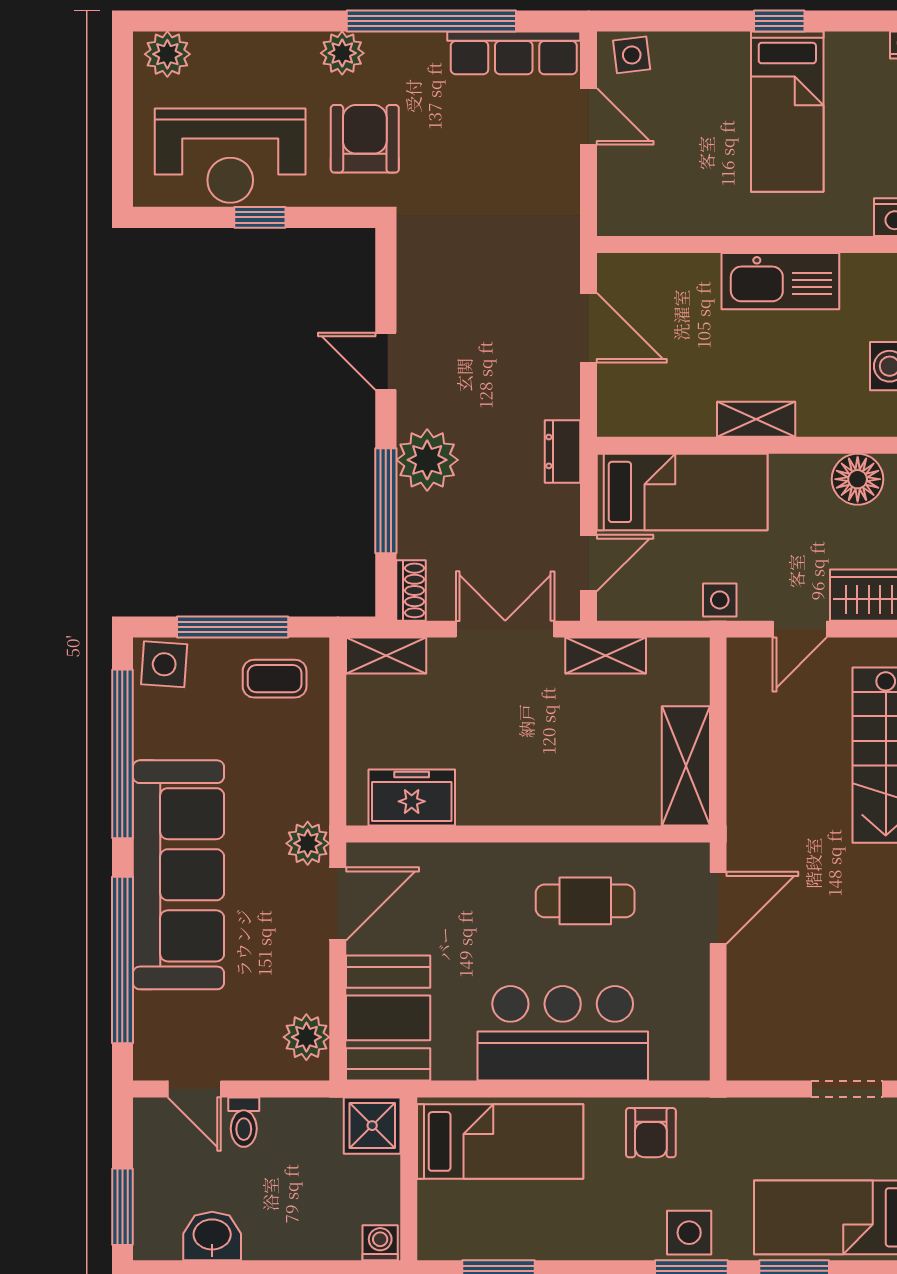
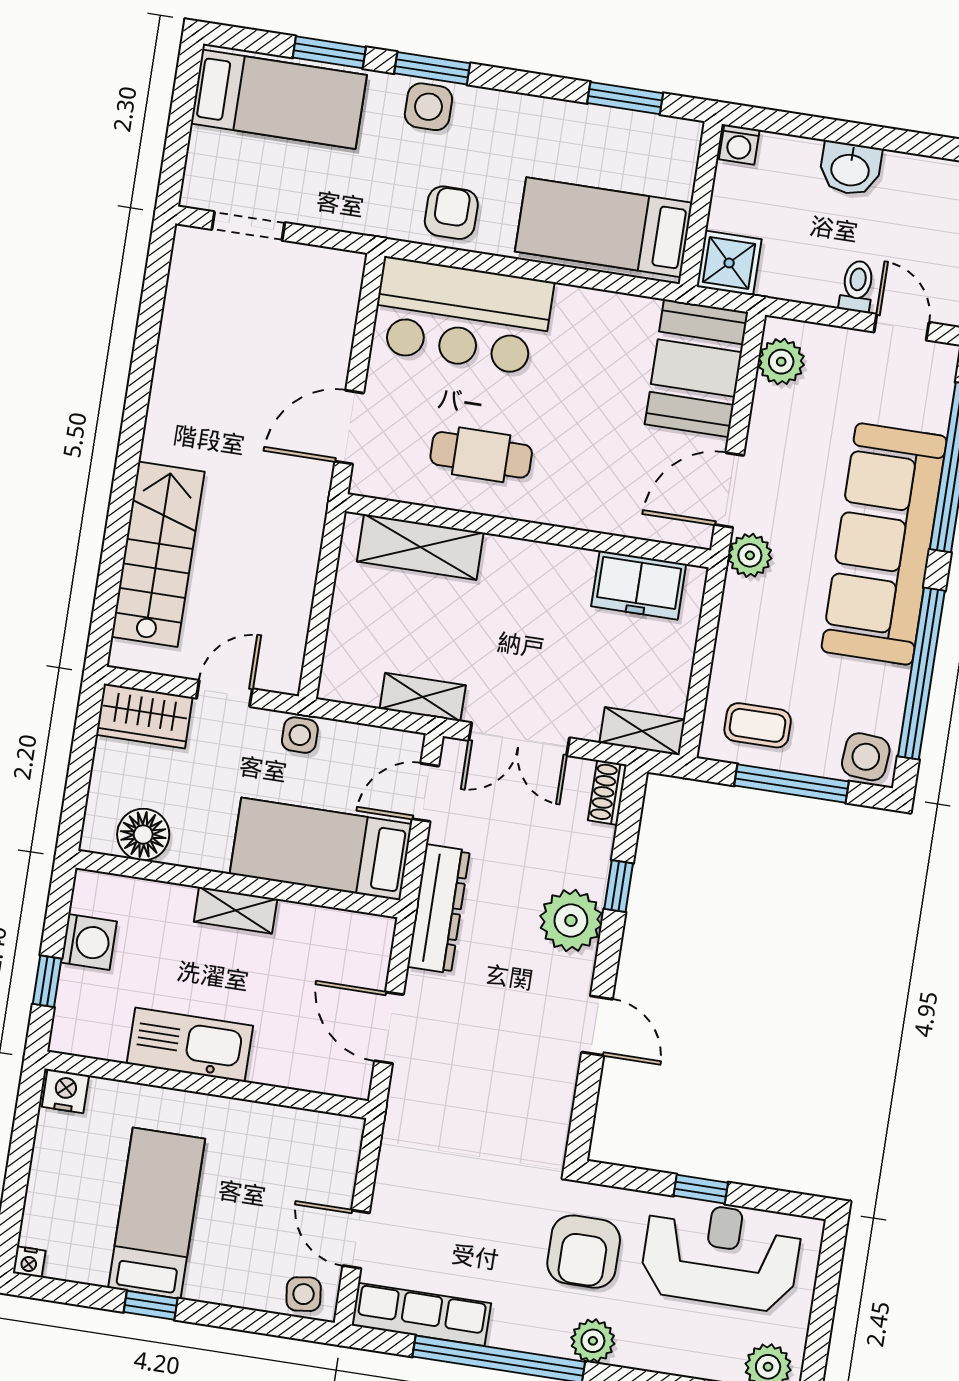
dresser: (563, 451) -> (438, 909), width x1.96, depth x1.24
window: (386, 501) -> (619, 886), width x0.46
shelving: (686, 766) -> (420, 547), moved, turned 90
bar counter: (563, 1033) -> (462, 316), moved
washbasin: (212, 1236) -> (850, 169), moved

